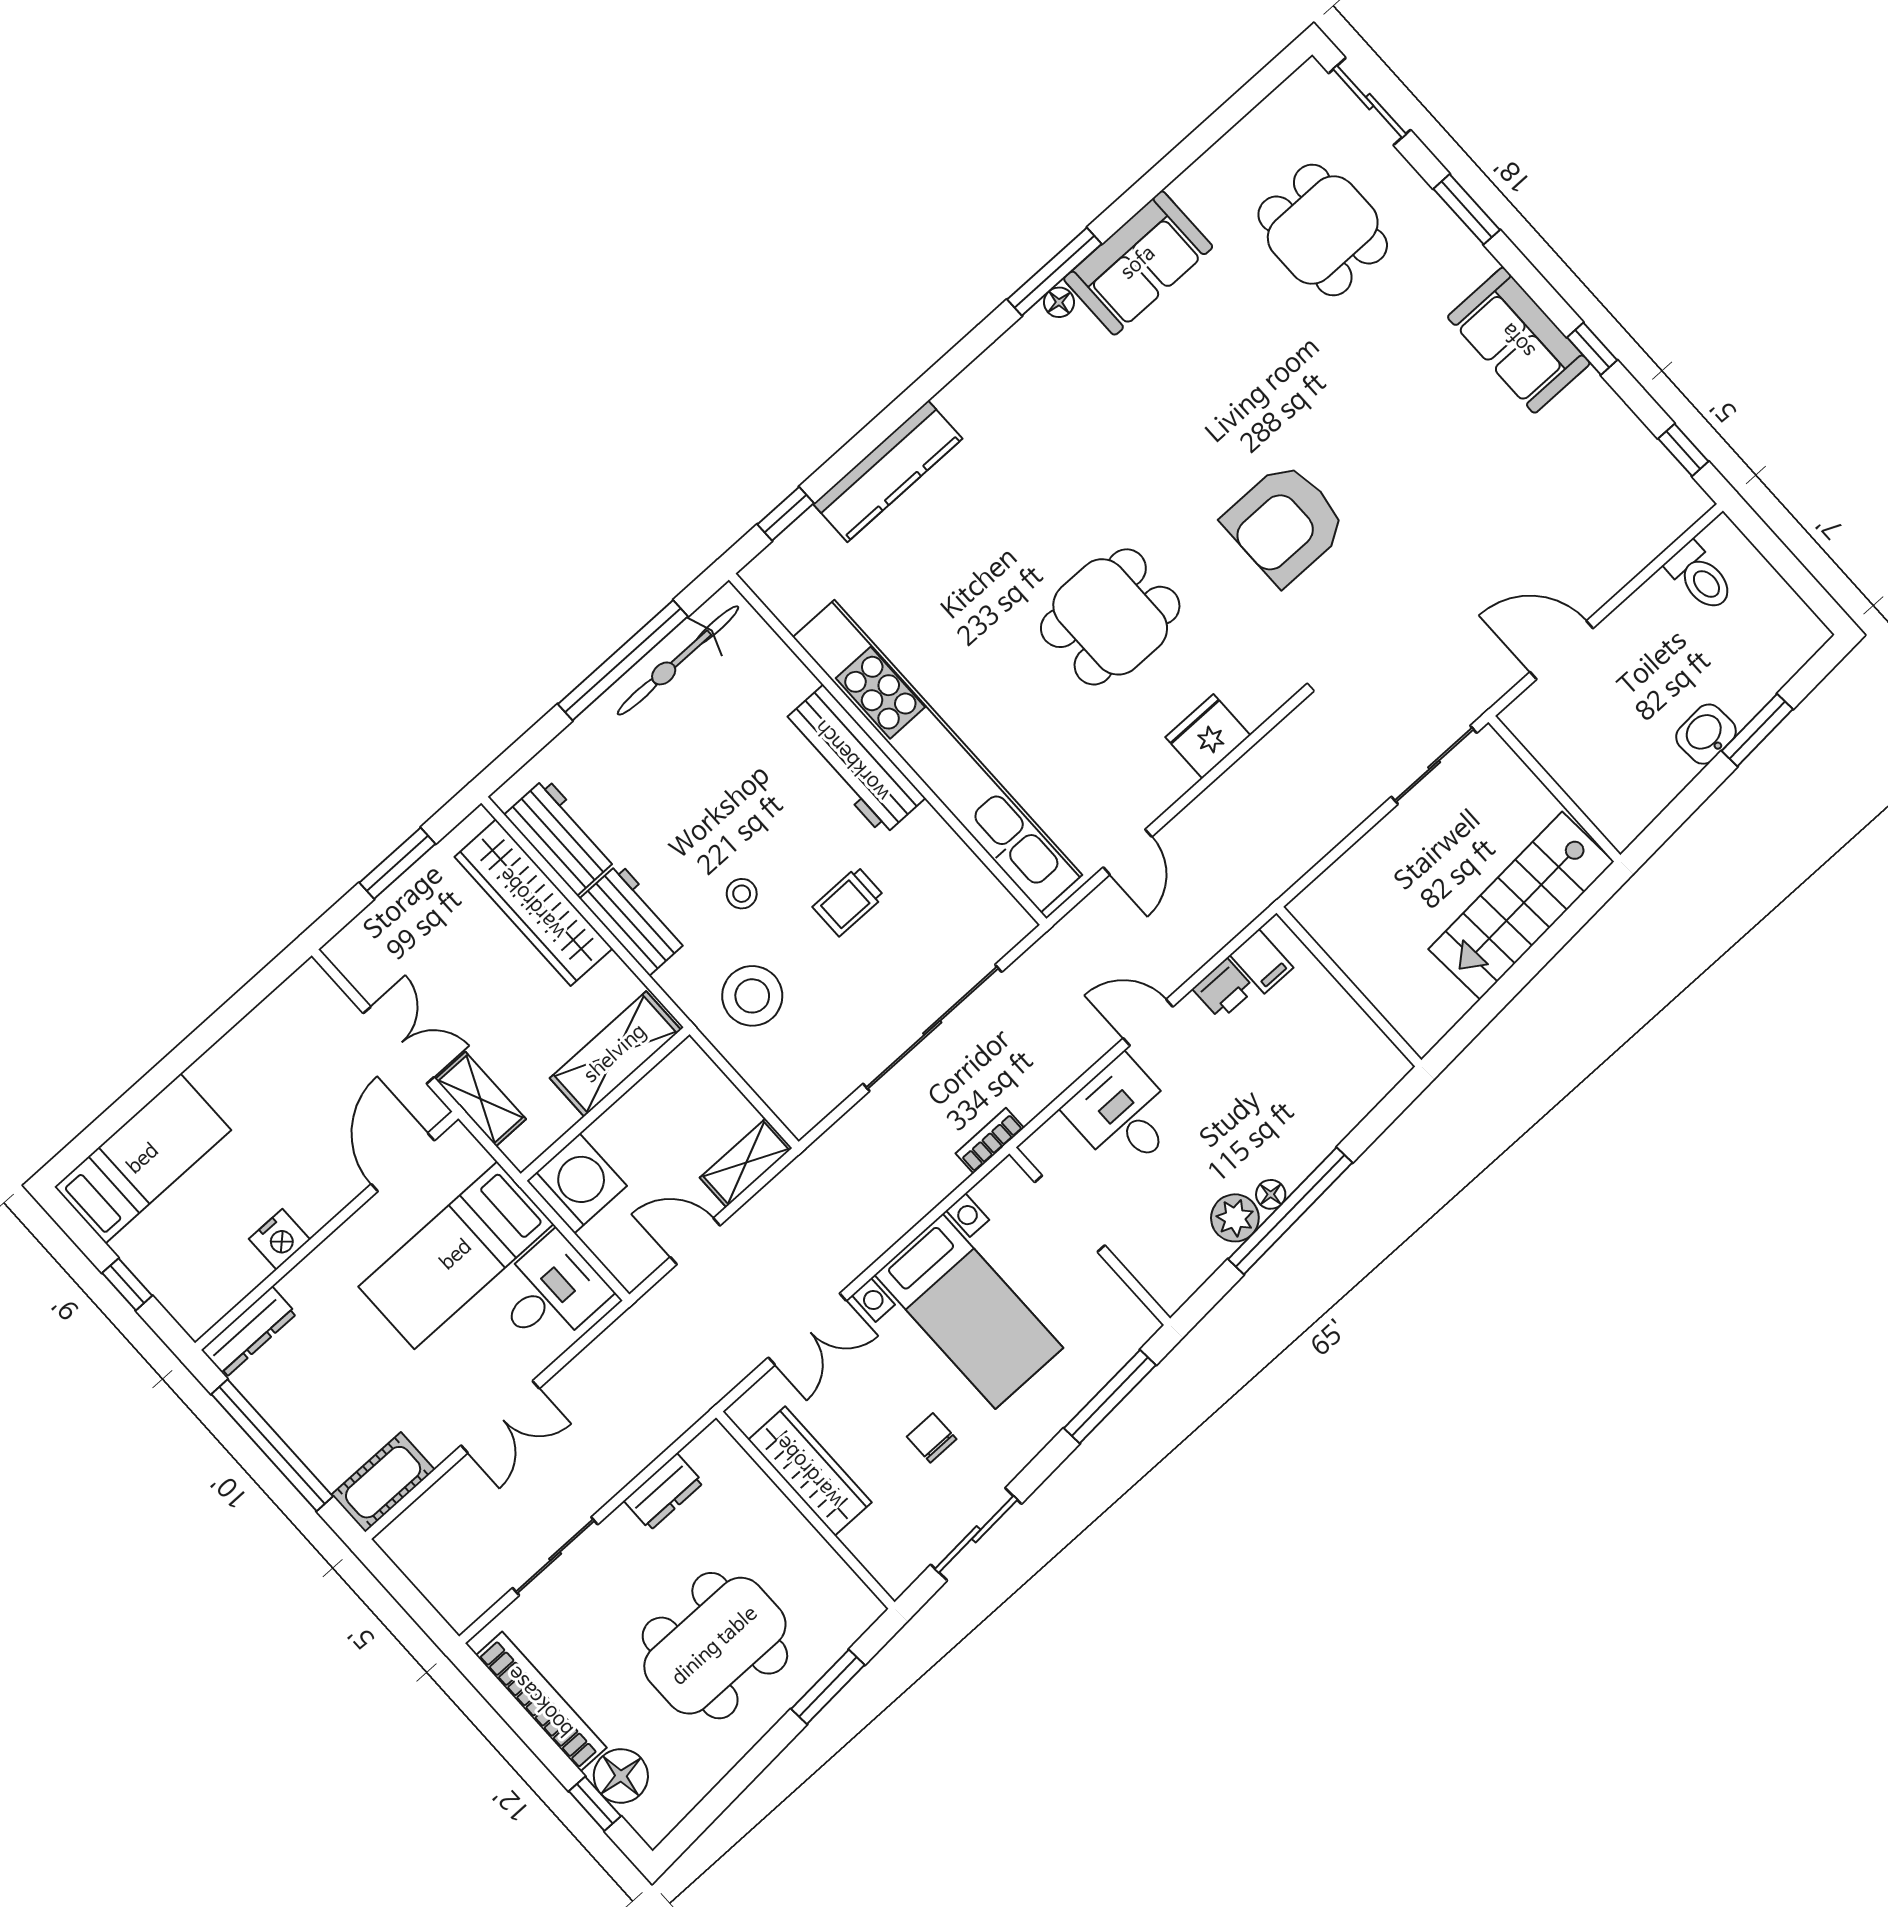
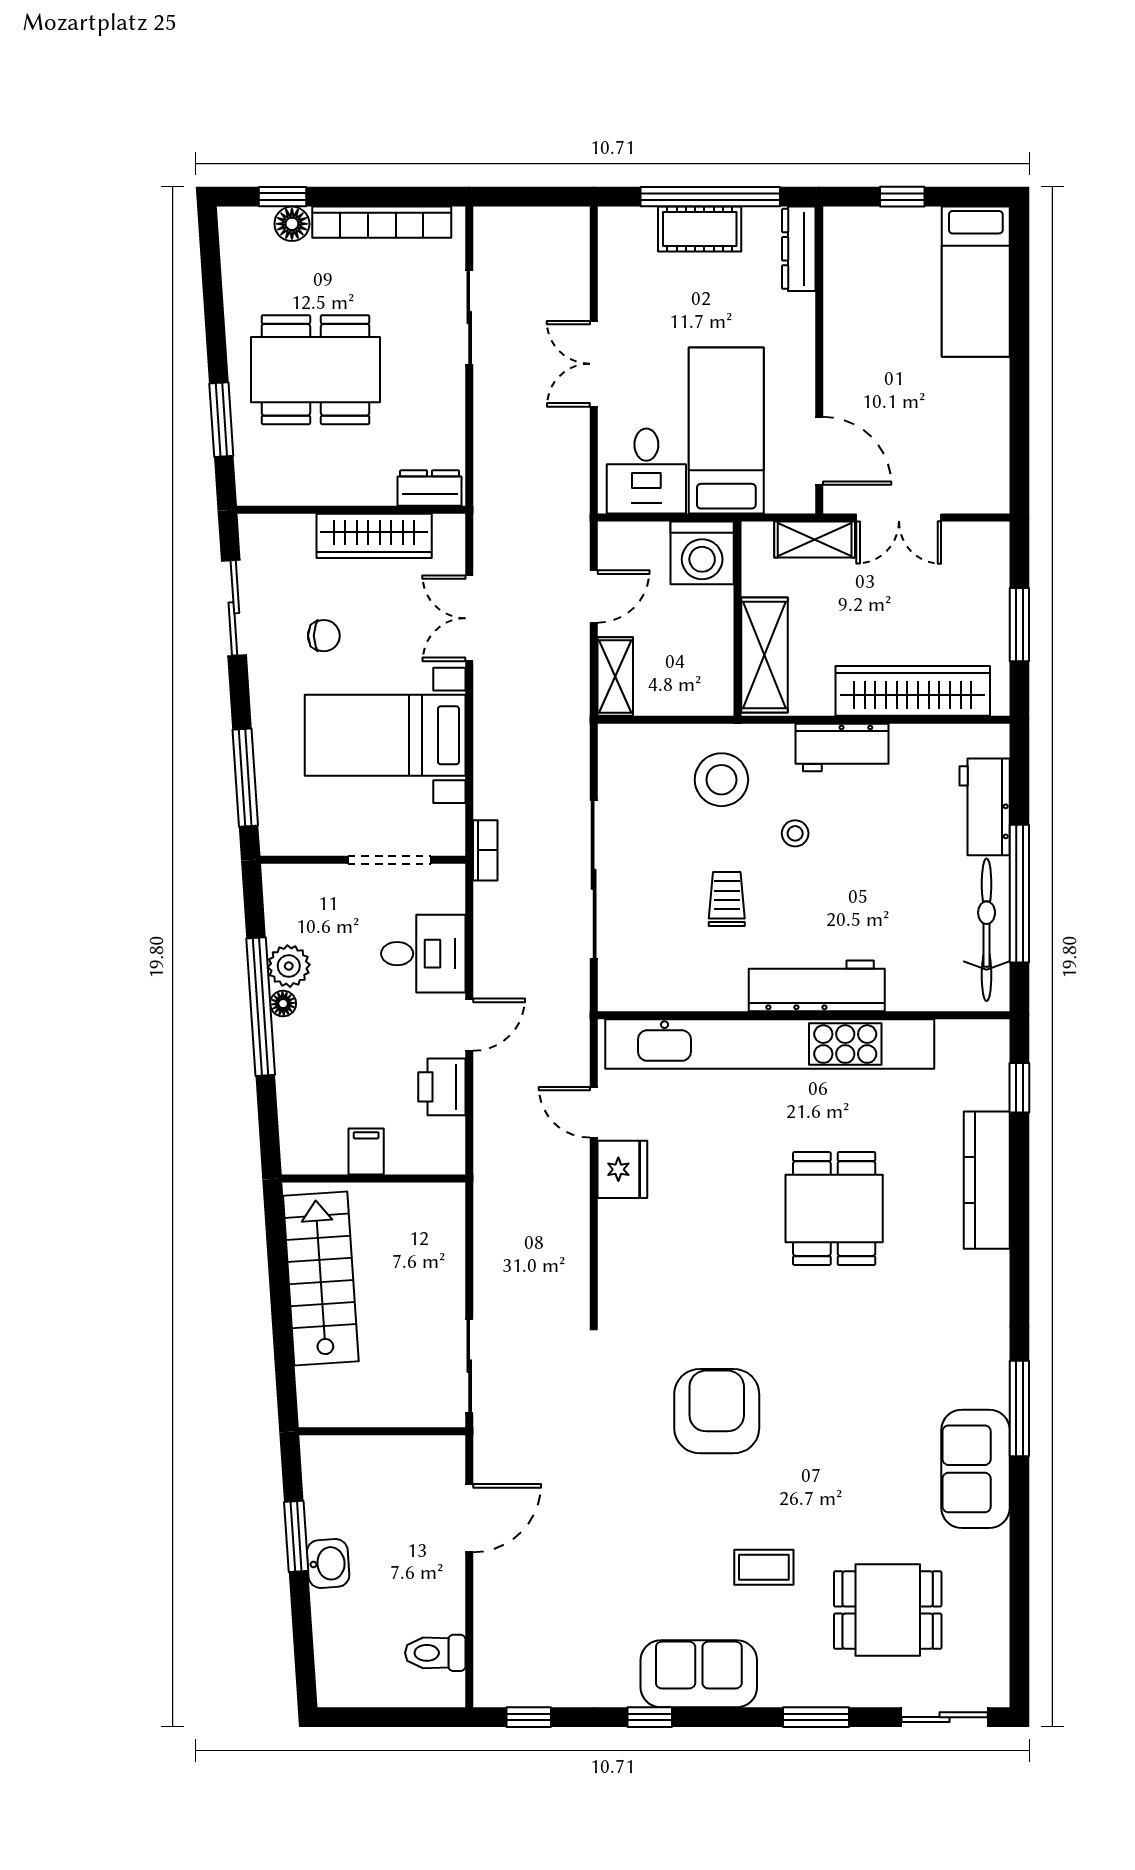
floor lamp: (1059, 302) -> (996, 1393), removed
coffee table: (1380, 366) -> (764, 1567), added
dining table: (1110, 617) -> (834, 1209), moved
window: (1757, 730) -> (296, 1536), moved
fridge: (1208, 736) -> (622, 1169), moved
workbench: (561, 836) -> (985, 807), moved, turned 90
stairs: (1521, 905) -> (321, 1279), moved
filing cabinet: (1262, 961) -> (366, 1151), moved, turned 90
printer: (1224, 989) -> (442, 1087), width x1.36, depth x1.24
nightstand: (280, 1239) -> (842, 324), removed
cot: (383, 1482) -> (700, 229), moved, turned 90
dresser: (664, 1492) -> (430, 488), moved, turned 90
dining table: (715, 1646) -> (315, 370), turned 90
floor lamp: (621, 1776) -> (292, 224), width x0.73, depth x0.73

